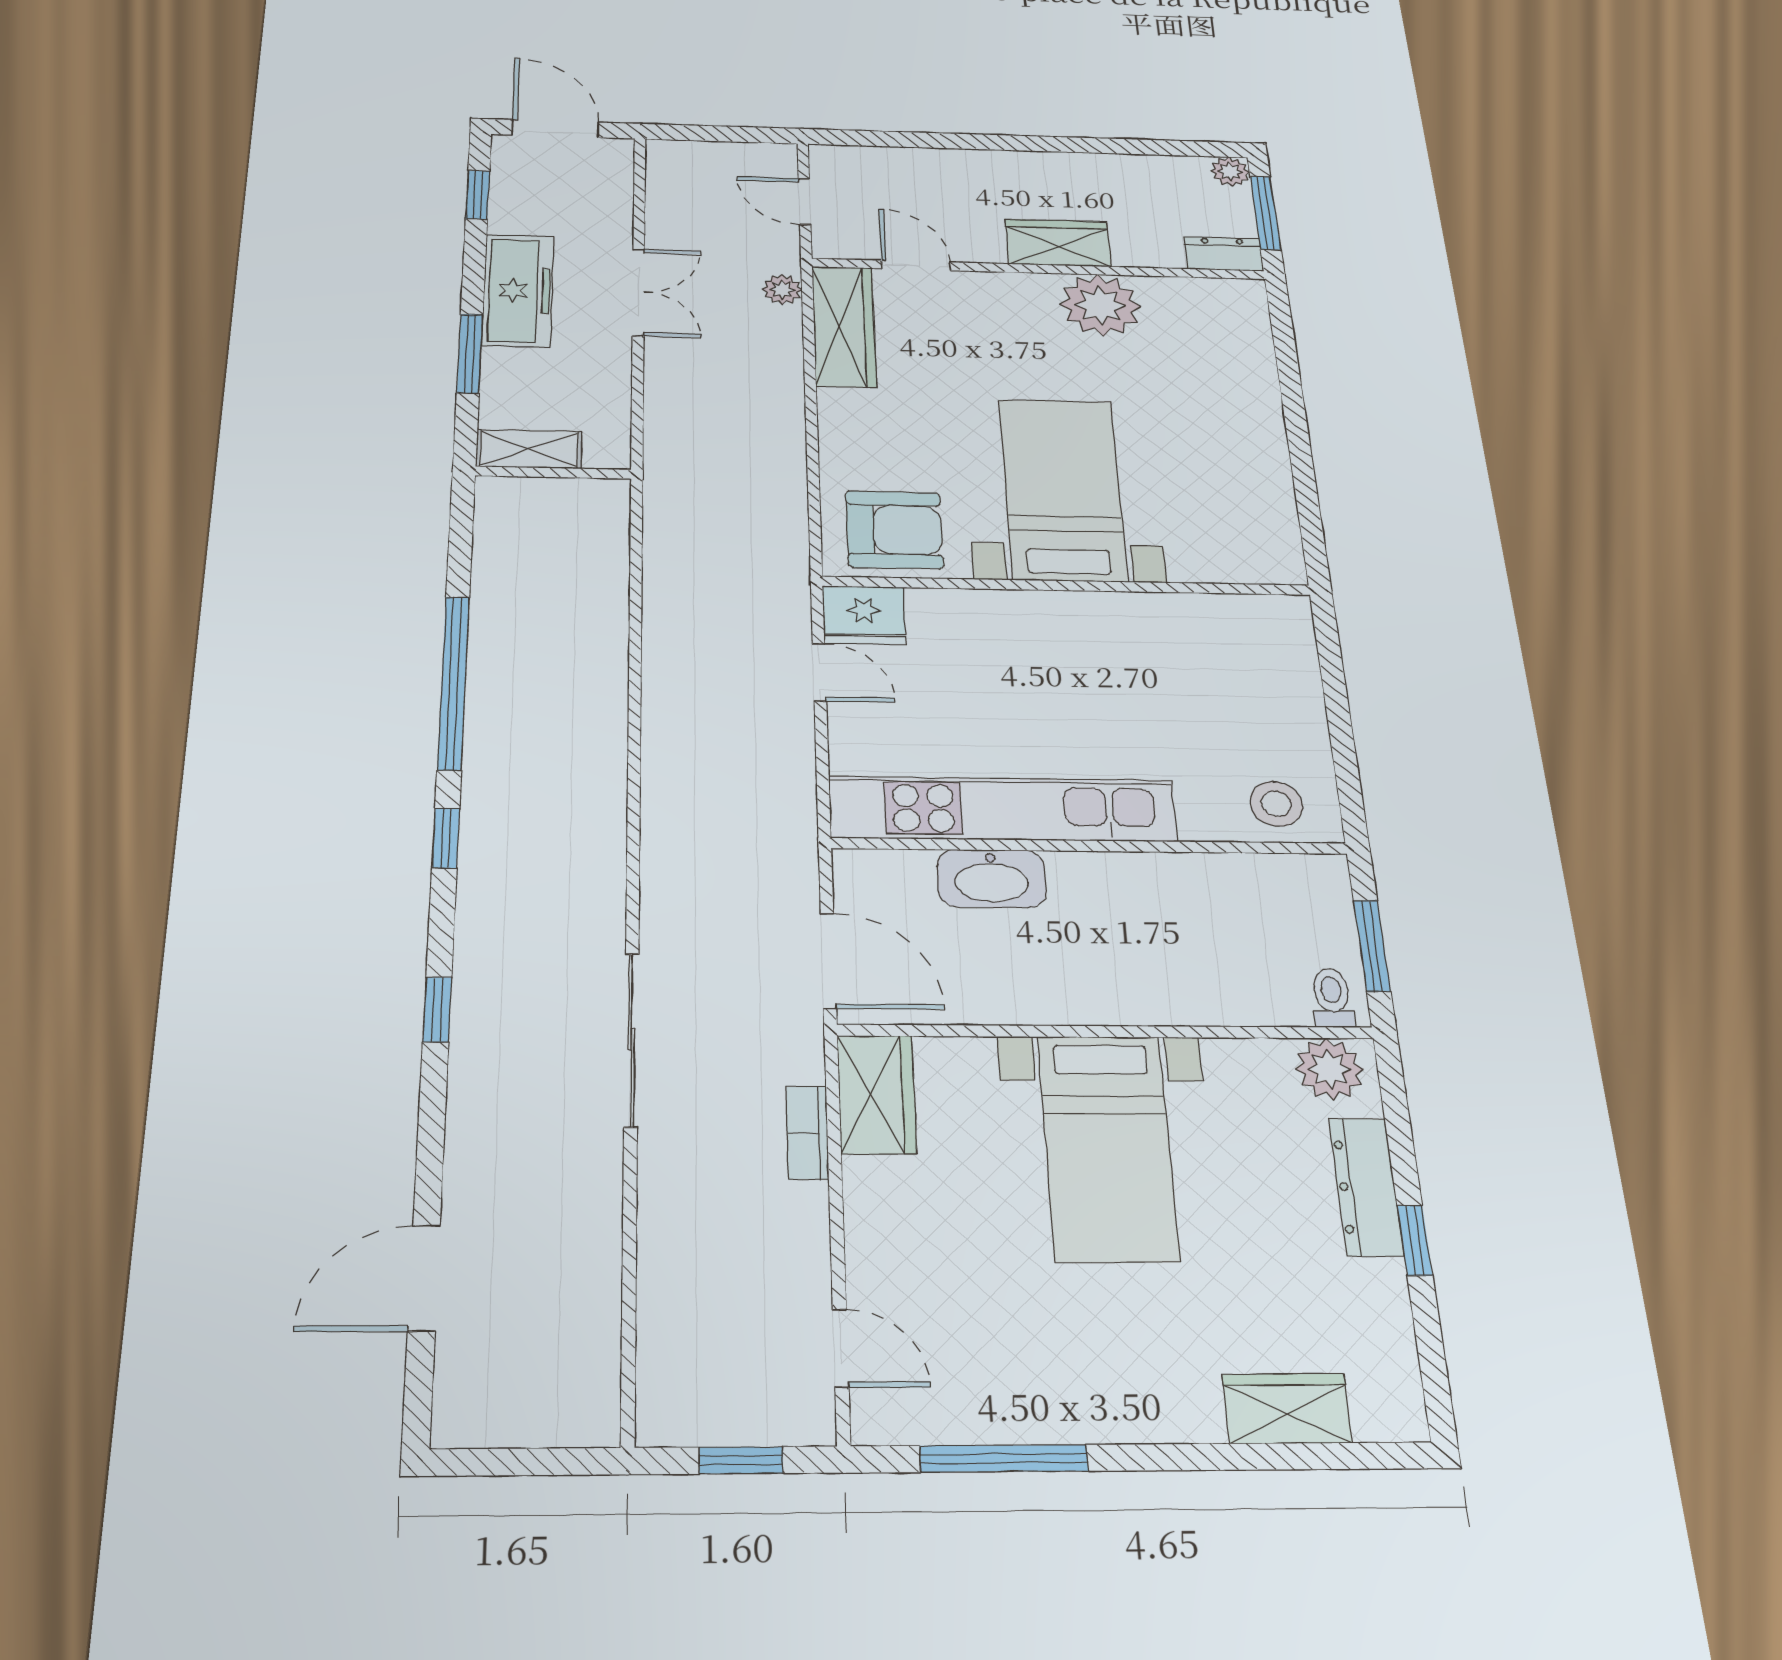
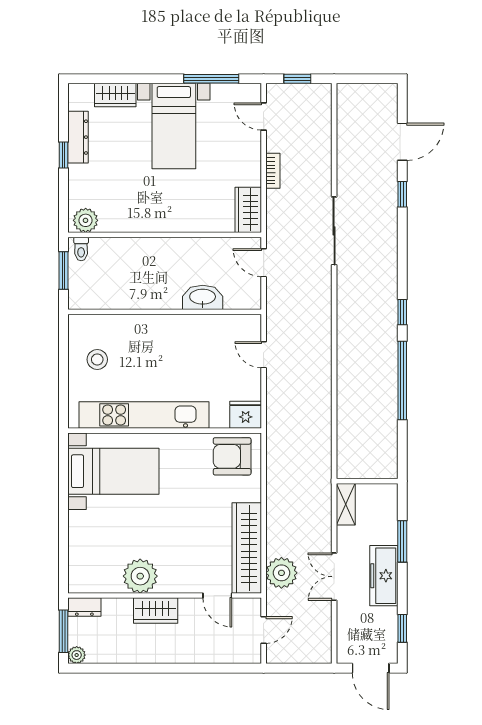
door: (805, 202) -> (264, 630), hinge flipped
plant: (782, 290) -> (281, 573), width x1.88, depth x1.88
wardrobe: (844, 326) -> (247, 548), width x1.40, depth x1.17
shelving: (529, 449) -> (346, 504), moved, turned 90
bed with nightstands: (1062, 489) -> (113, 471), moved, turned -90
door: (819, 672) -> (264, 355), moved
stool: (1276, 804) -> (97, 359), moved
kitchen unit: (1003, 809) -> (144, 415), moved, turned 180
door: (828, 961) -> (264, 263), width x0.73
window: (437, 1010) -> (402, 194), moved
bookcase: (807, 1133) -> (273, 171), moved
bed with nightstands: (1108, 1147) -> (174, 126), moved, turned 180
dresser: (1366, 1187) -> (78, 137), moved

